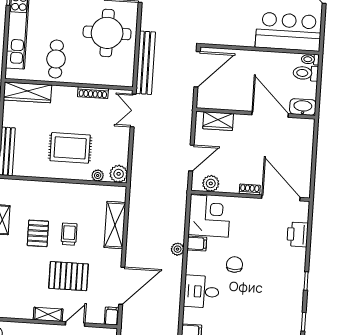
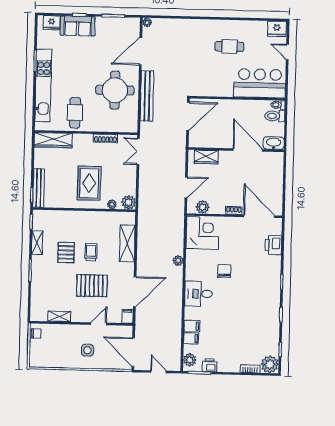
bench: (146, 63) -> (147, 96), moved
rug: (70, 148) -> (89, 183), turned 90
filing cabinet: (197, 244) -> (193, 256), removed
shelving: (48, 314) -> (59, 316), moved

